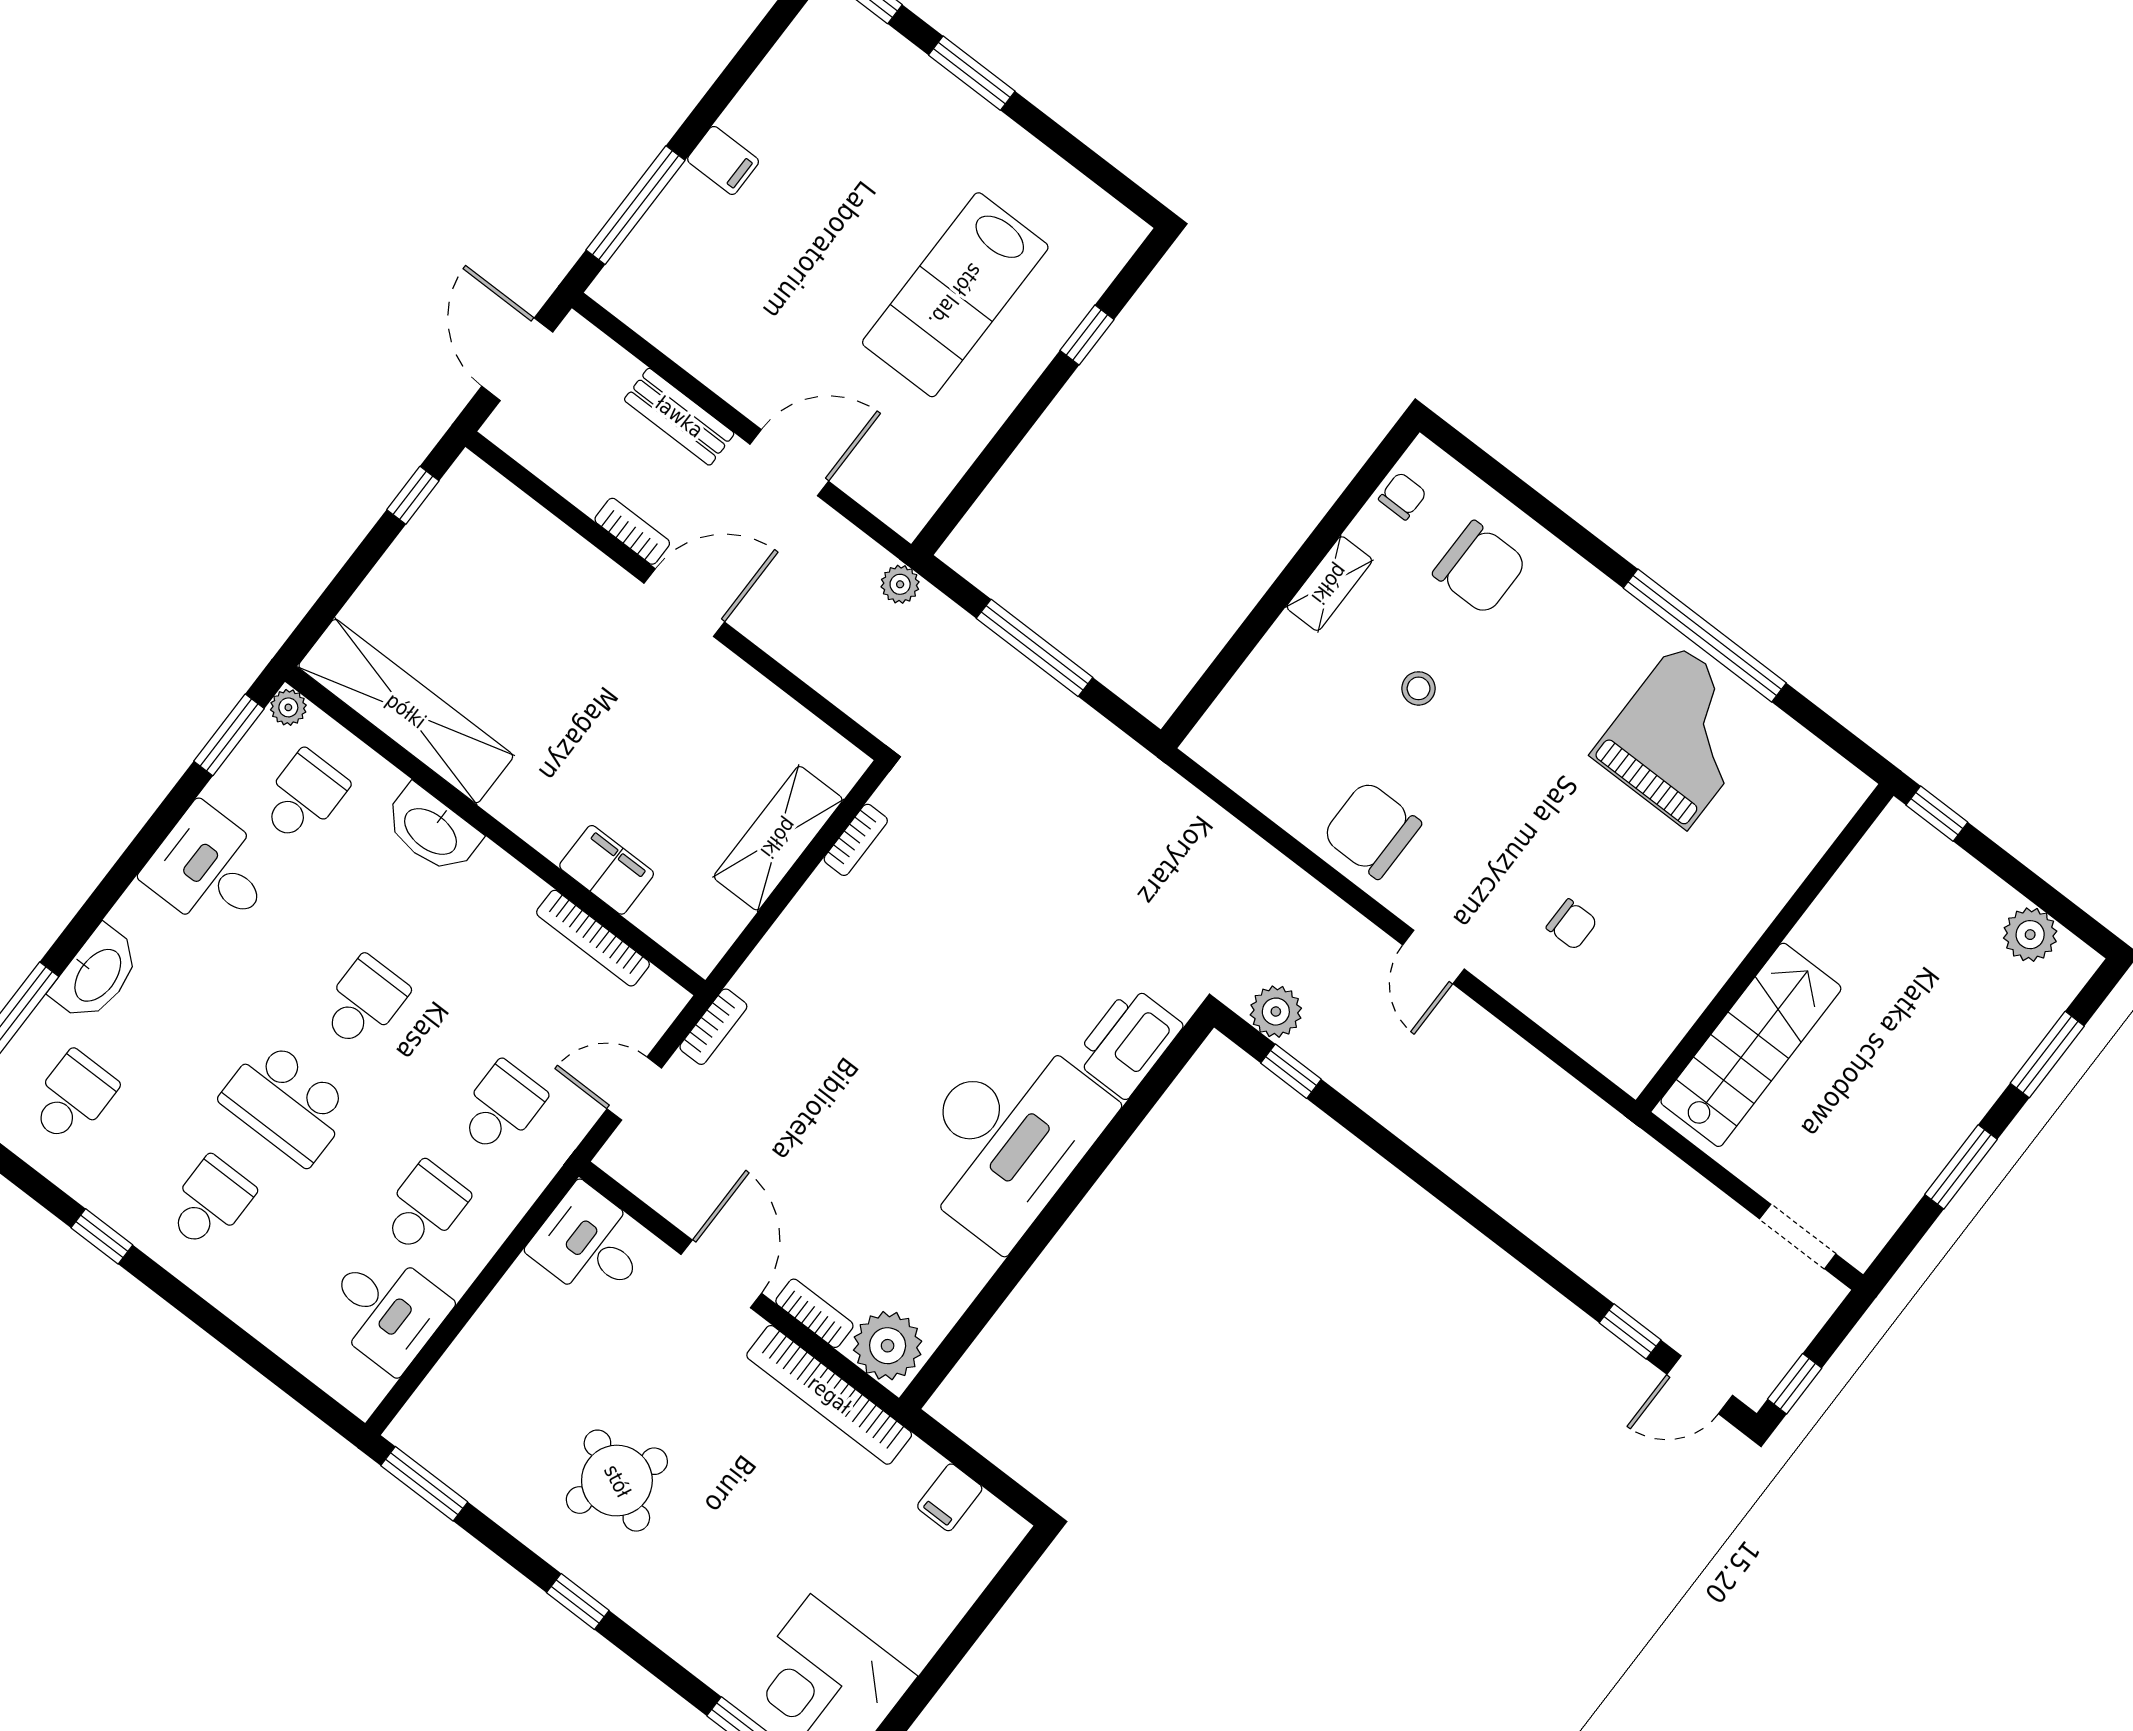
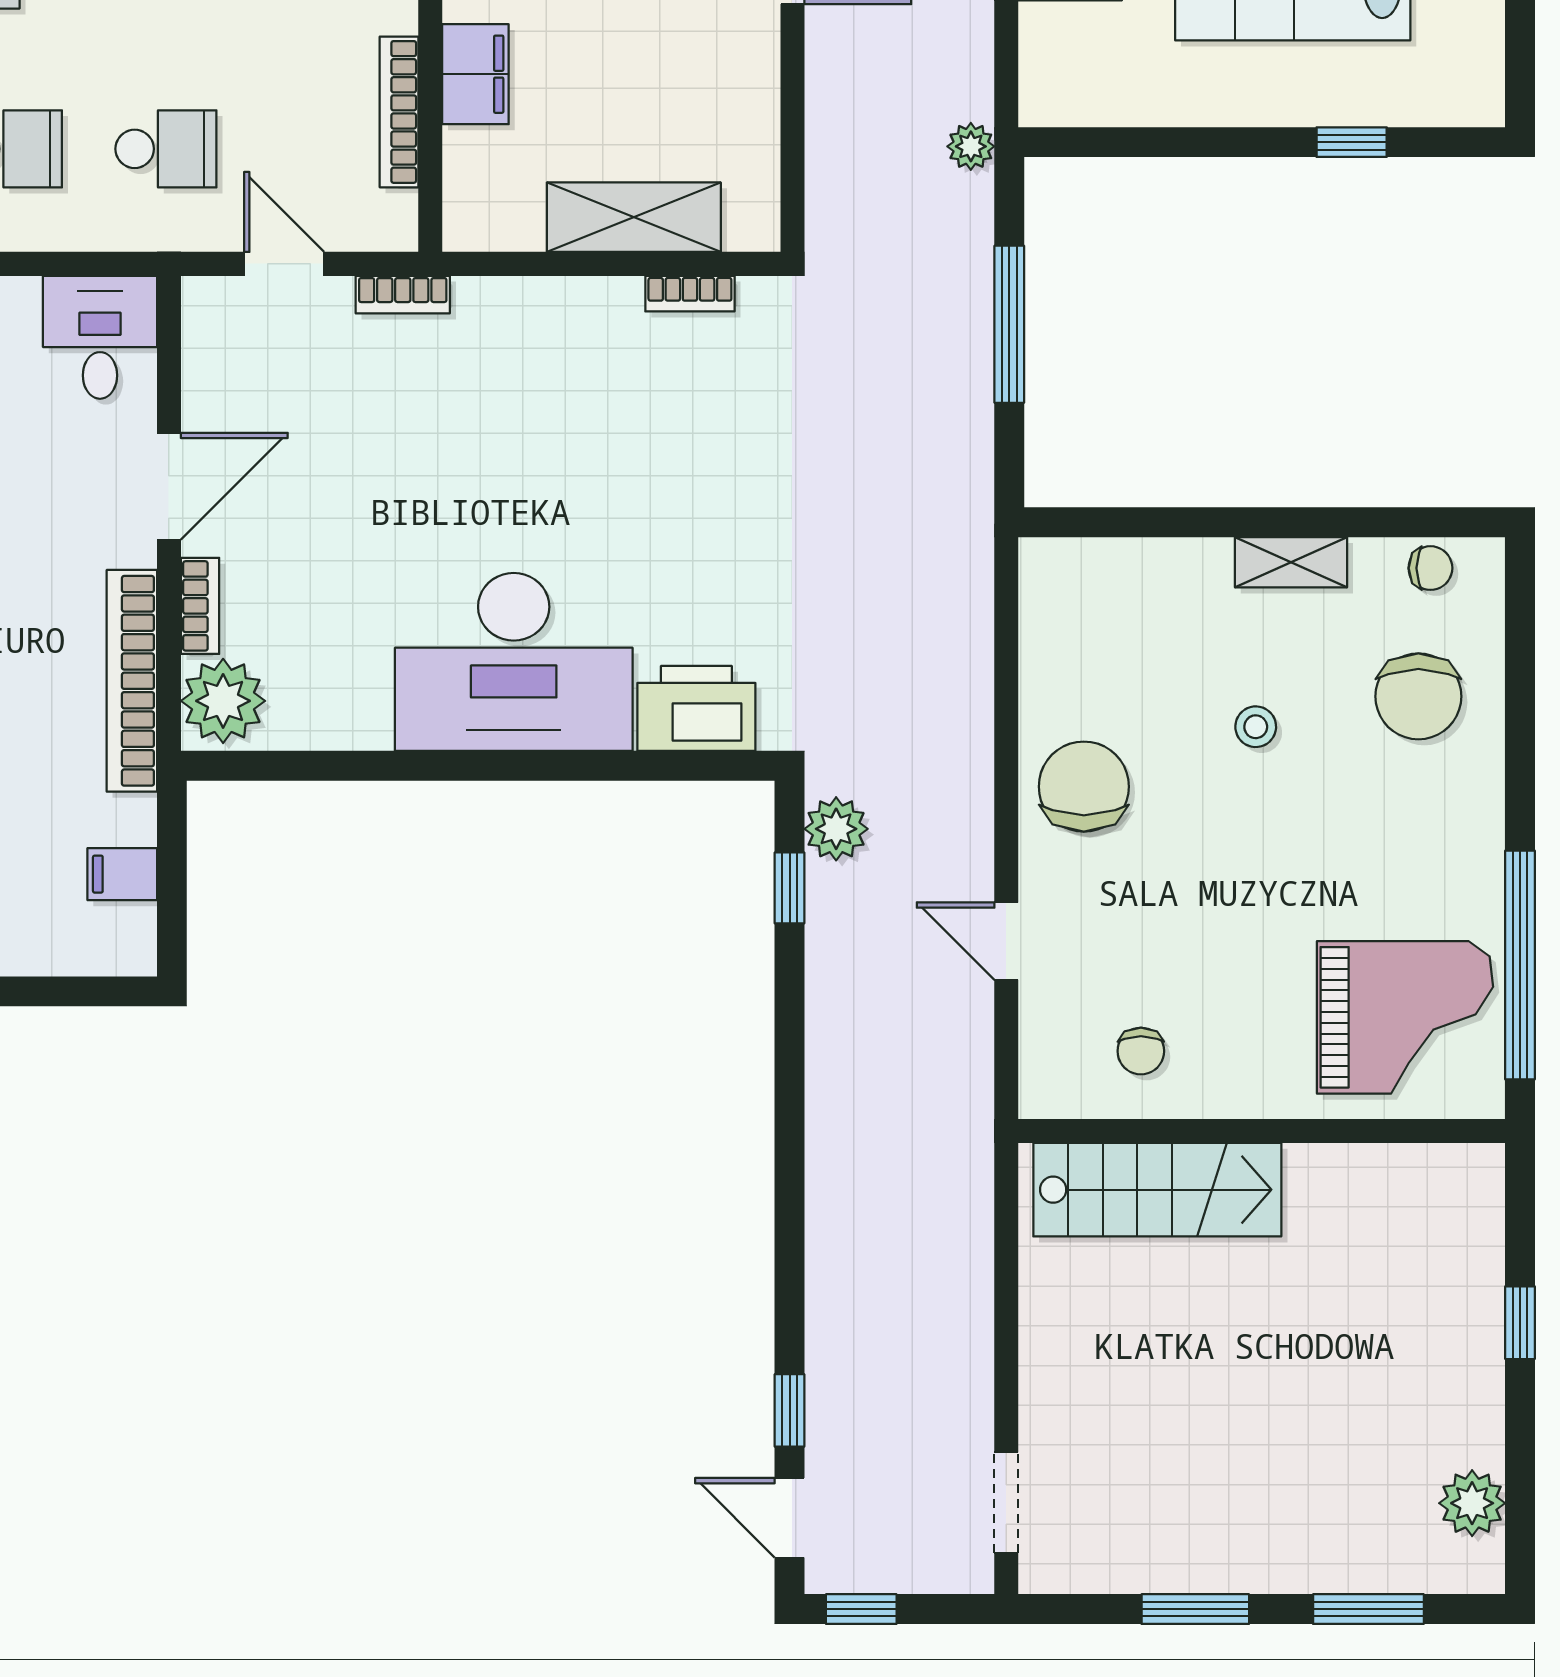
wall: (1765, 948) -> (1262, 1131), moved
door: (1433, 957) -> (1006, 941), hinge flipped
stairs: (1751, 1045) -> (1157, 1190), moved

